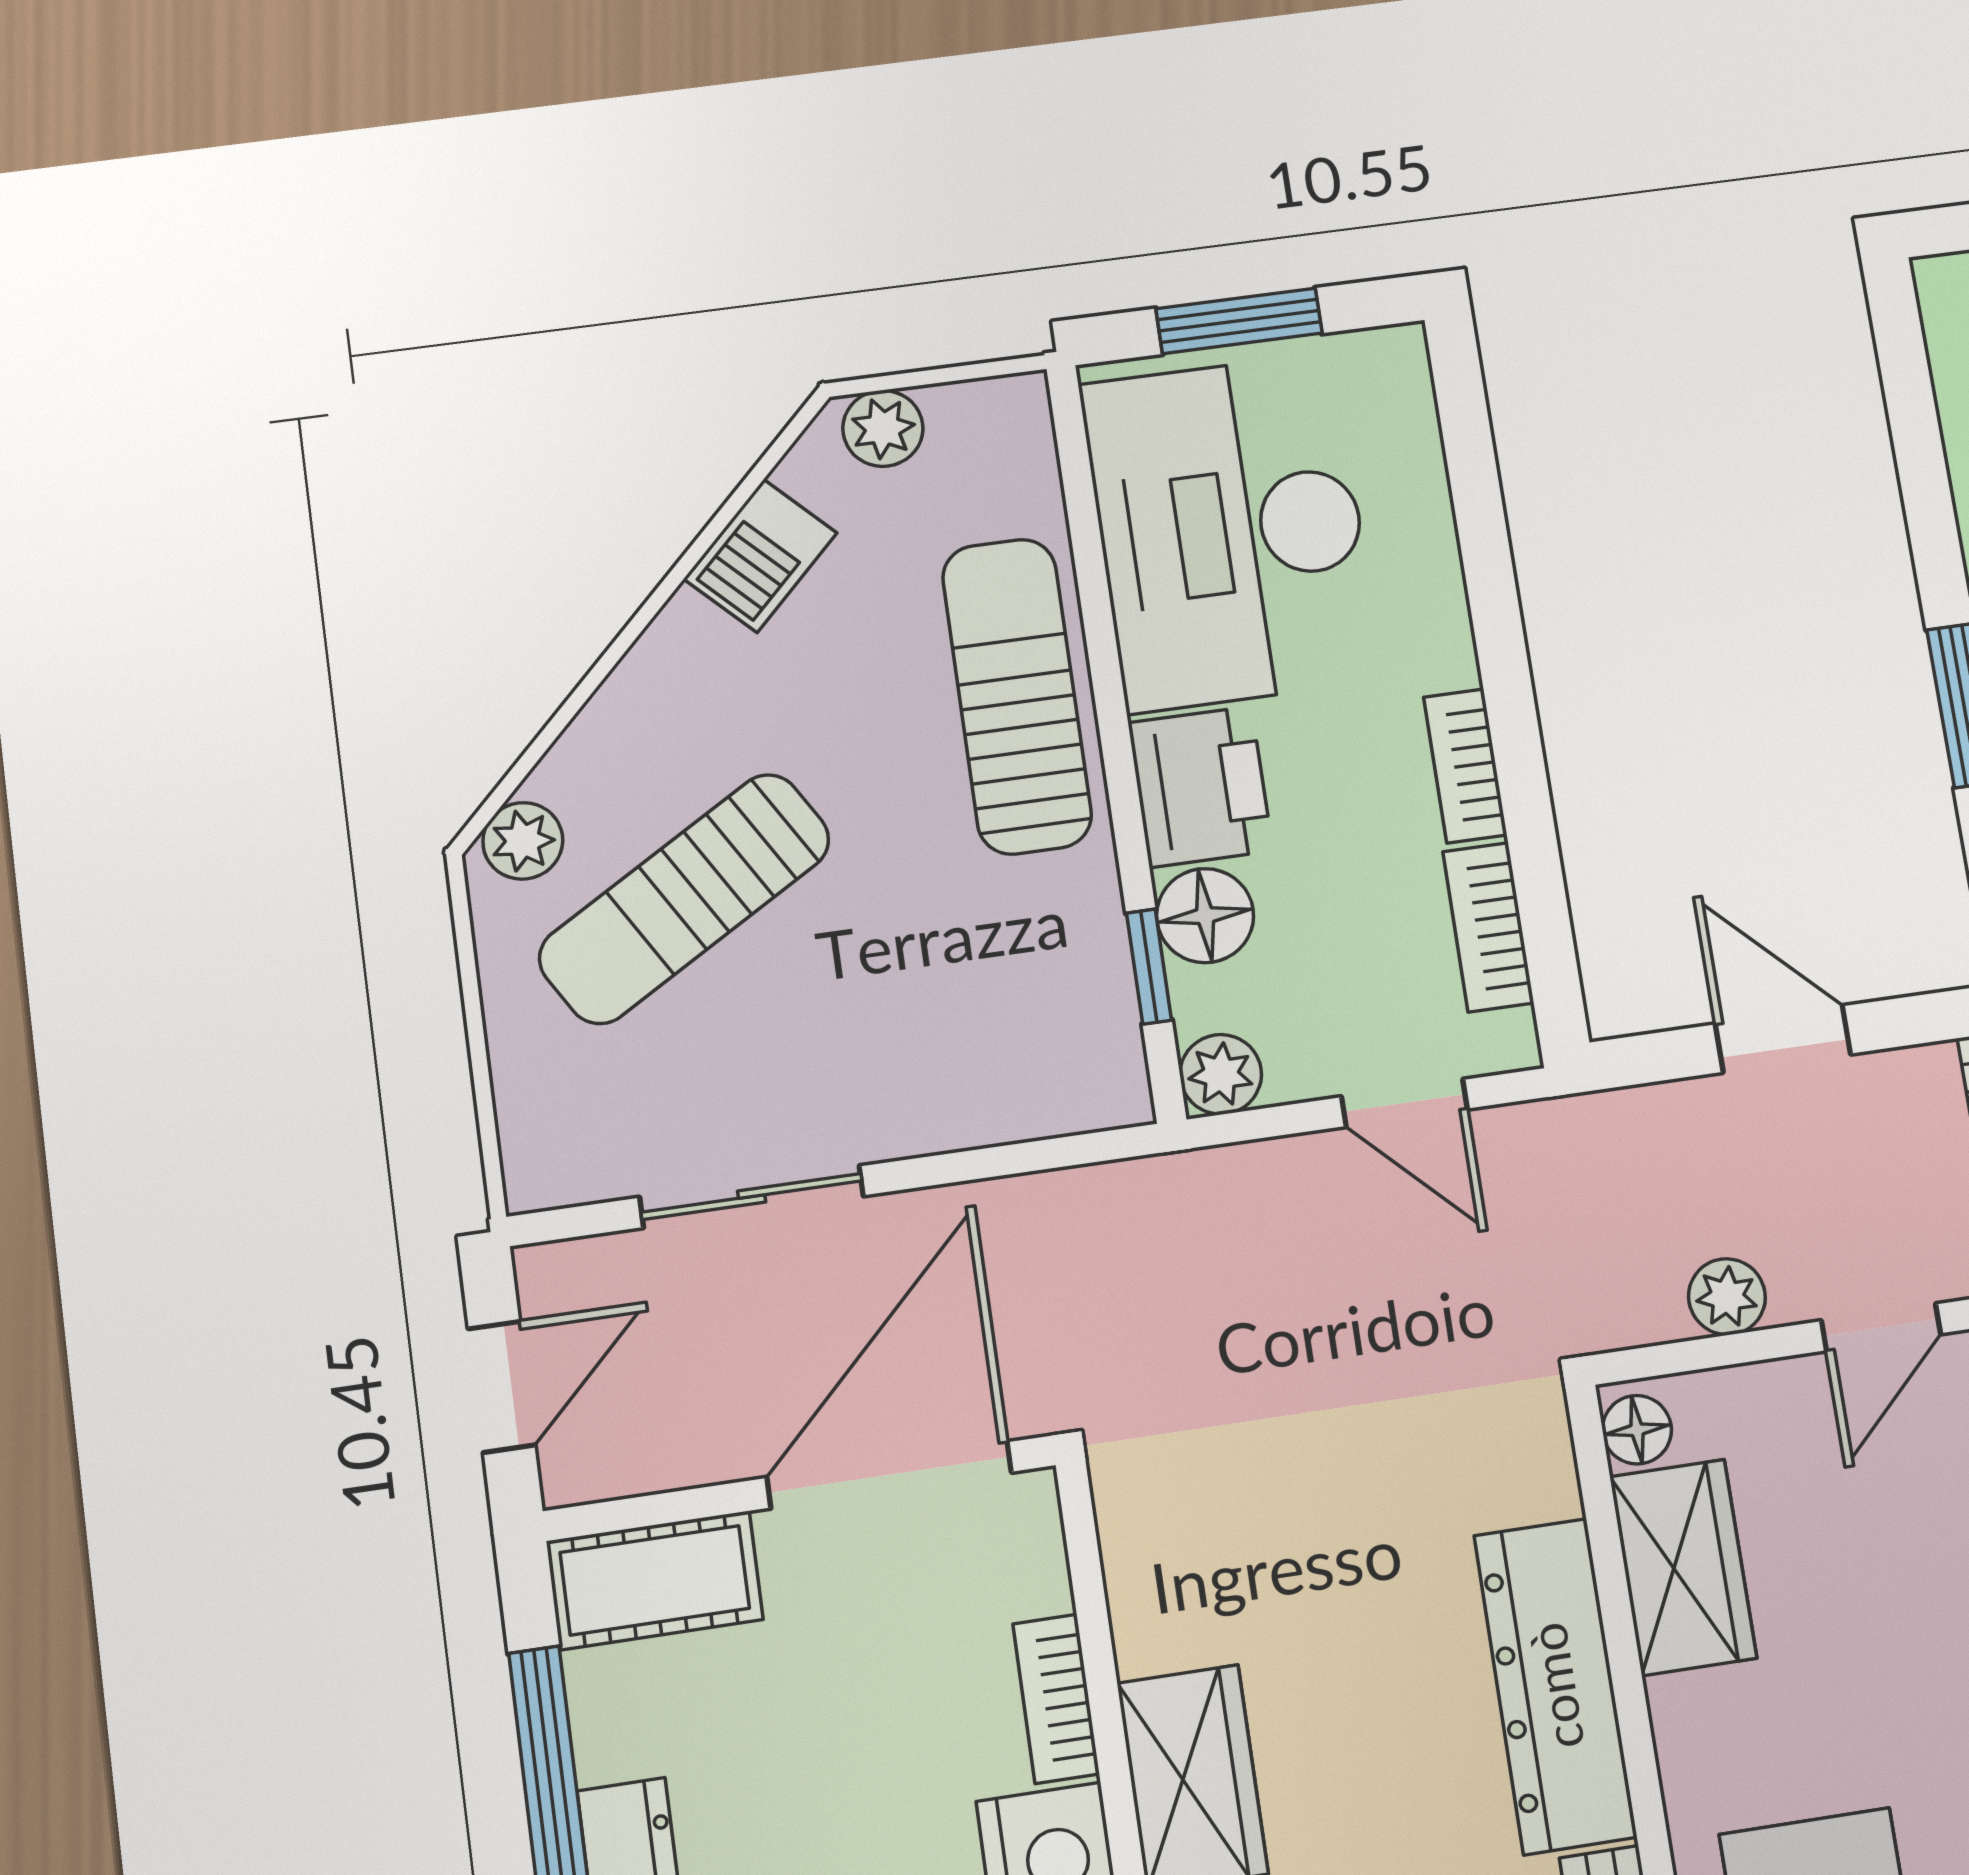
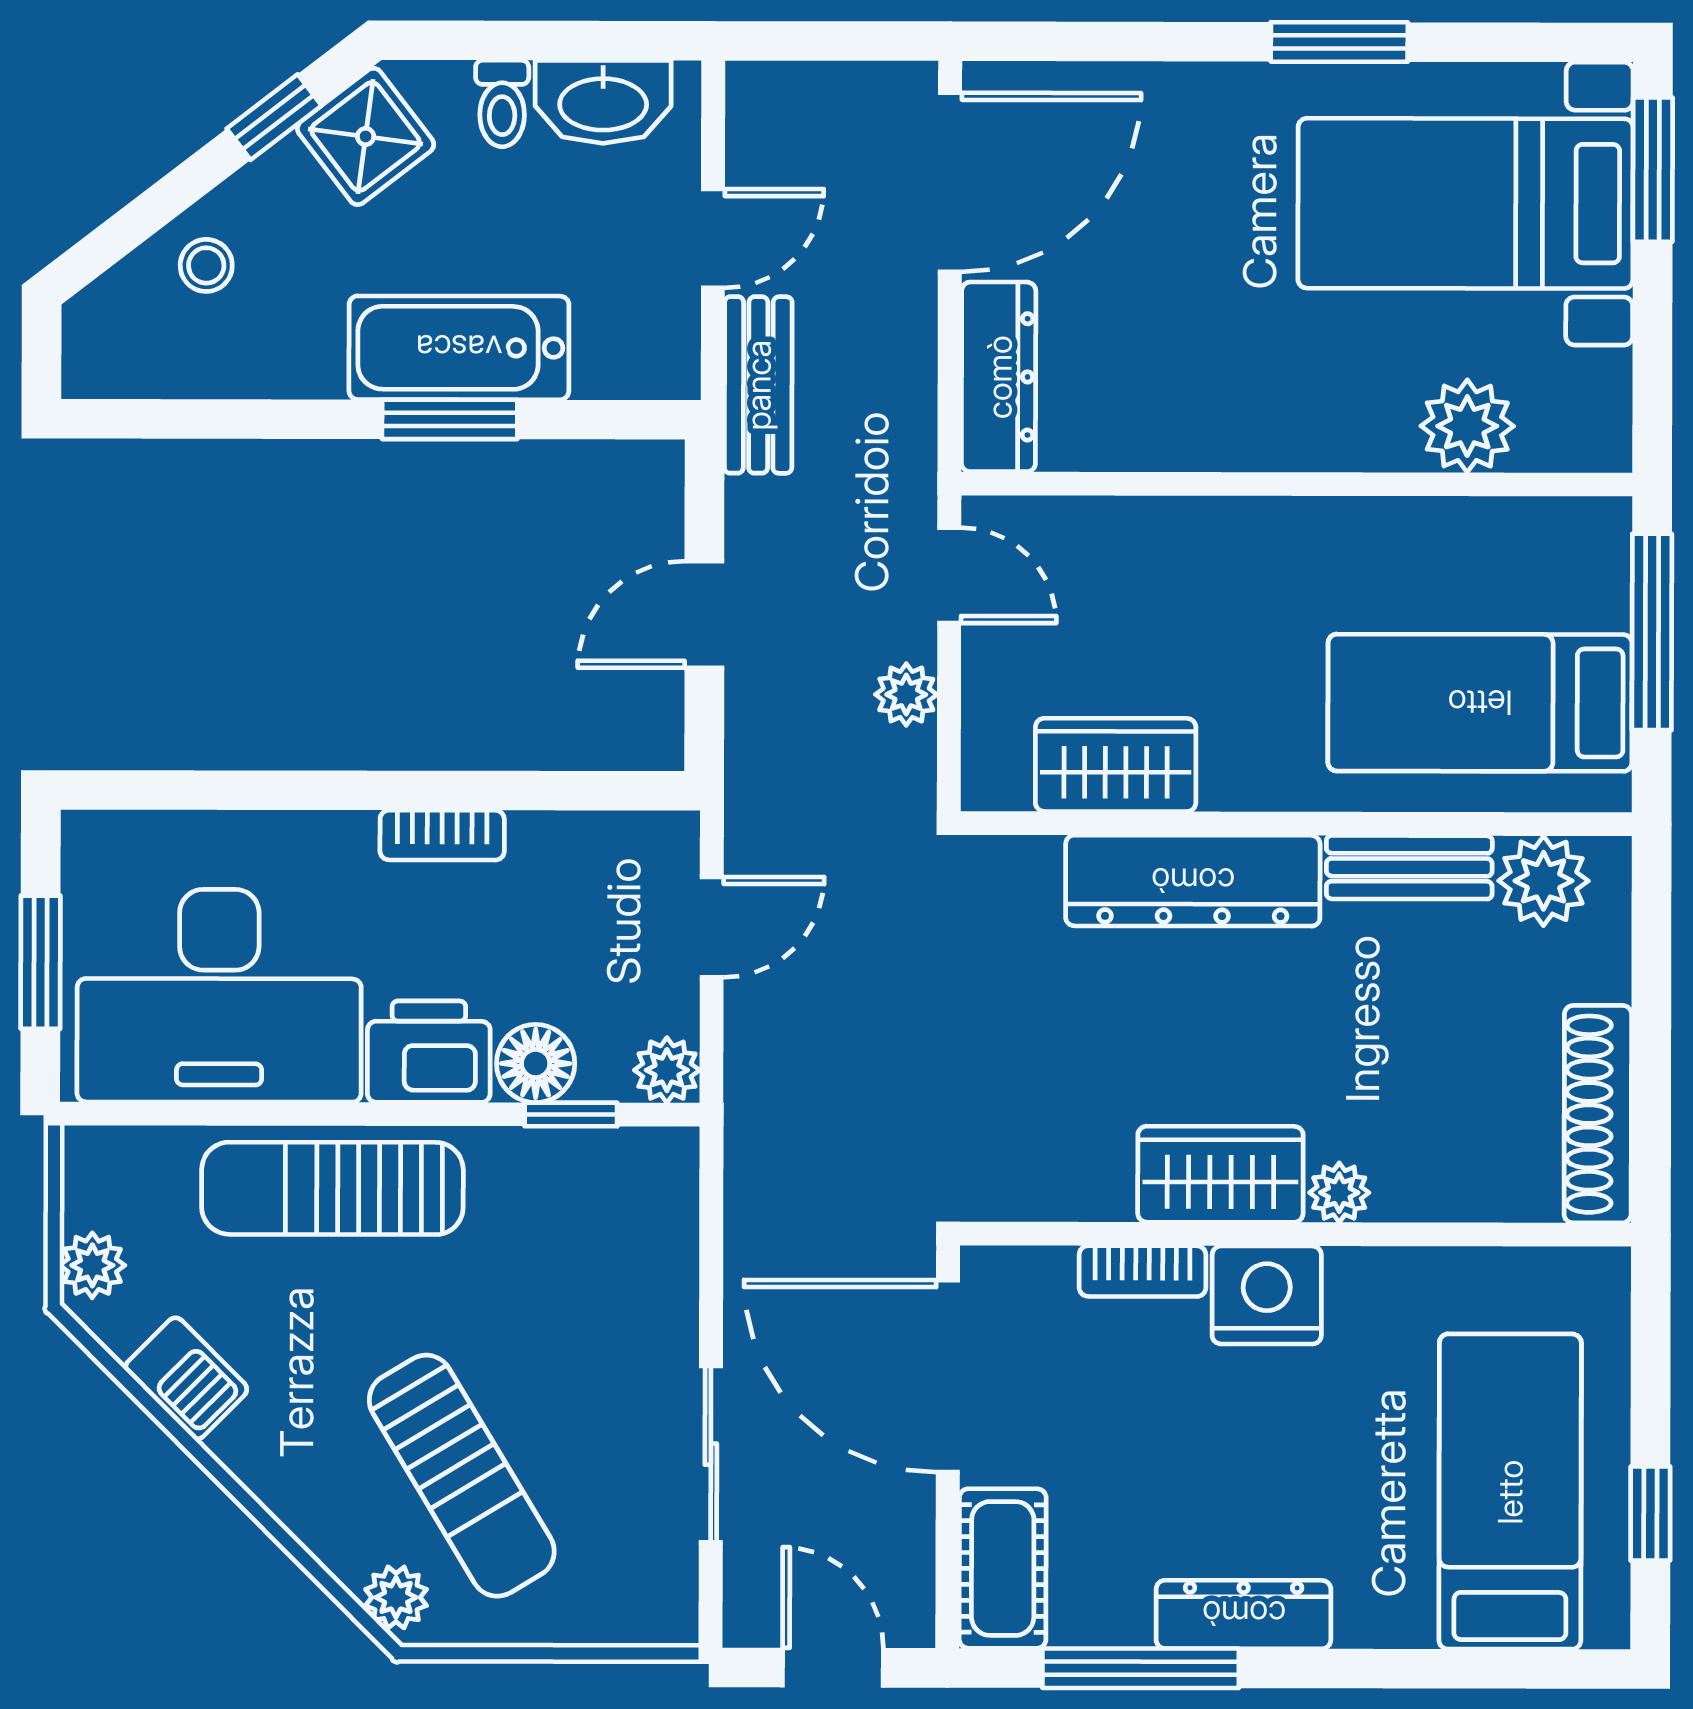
bookcase: (1488, 927) -> (578, 837), removed
floor lamp: (1637, 1430) -> (1001, 784), removed

